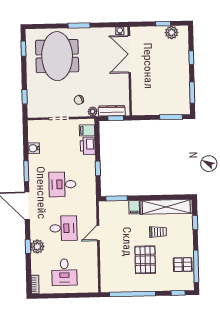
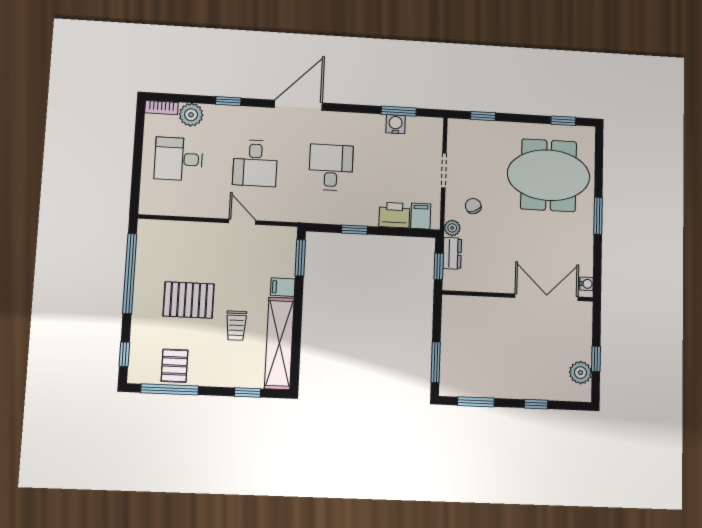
dresser: (112, 111) -> (452, 253), width x0.70
window: (26, 171) -> (399, 111), moved
plant: (37, 247) -> (191, 115), moved

